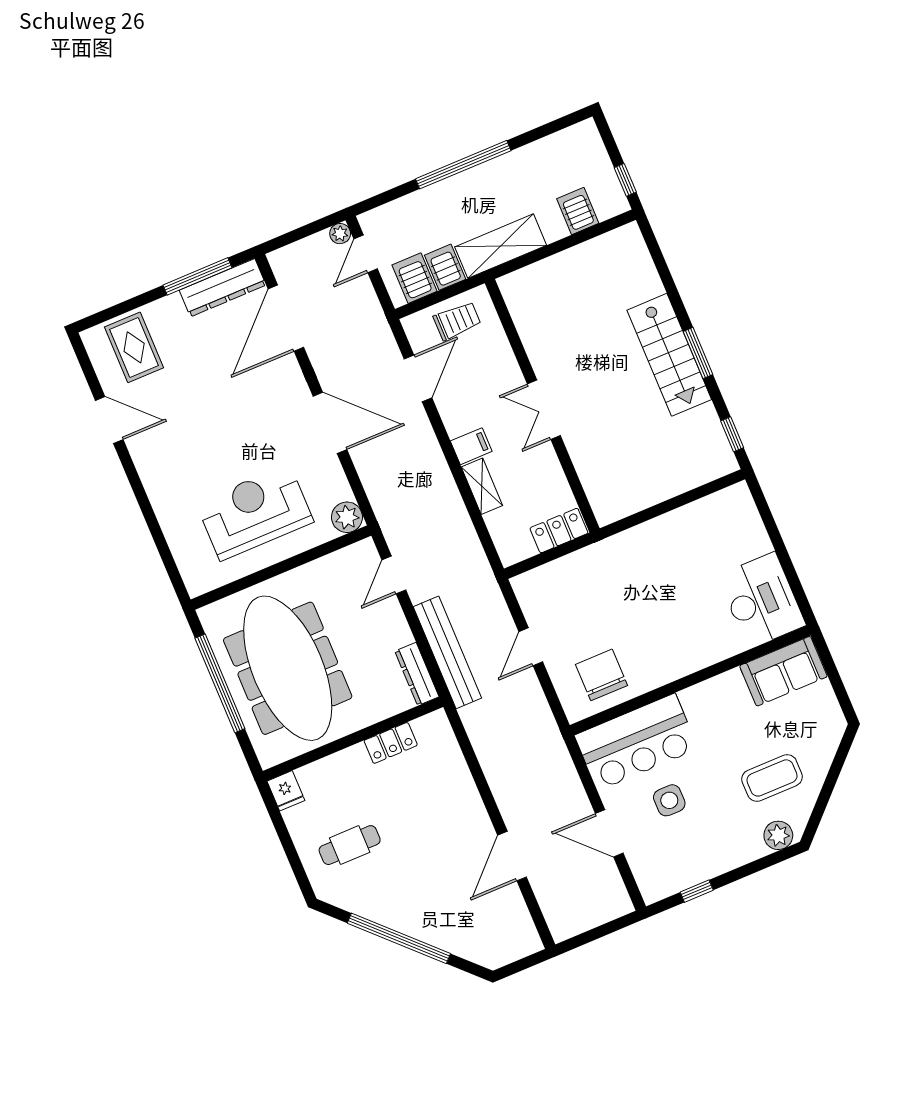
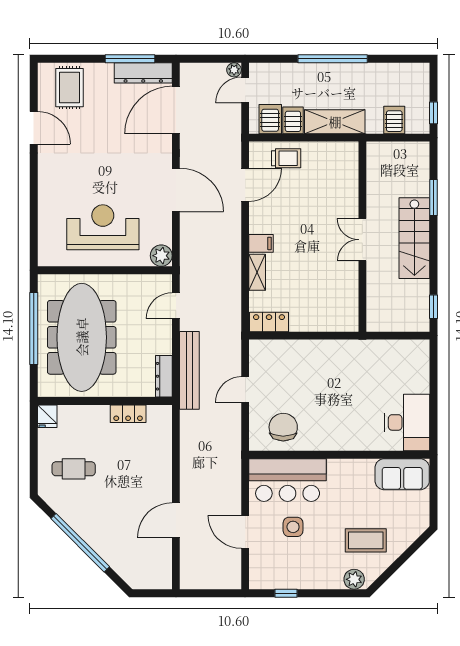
window: (698, 353) -> (433, 198), moved
wall: (542, 406) -> (362, 237), moved
double door: (544, 410) -> (362, 240), moved
locker: (559, 531) -> (269, 322), moved

